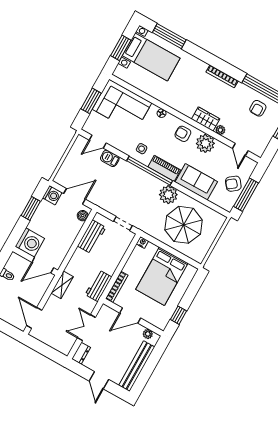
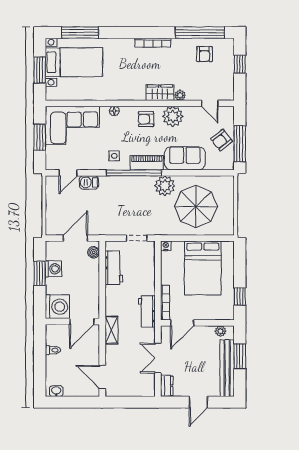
washing machine: (52, 195) -> (53, 269), moved
door: (130, 316) -> (182, 323), moved
window: (152, 362) -> (240, 356), added
door: (99, 380) -> (198, 402), hinge flipped

